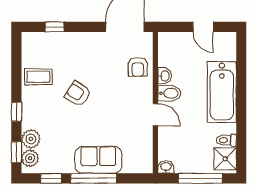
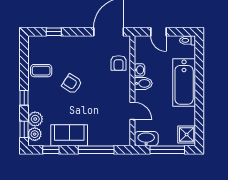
door: (203, 27) -> (158, 32), moved
door: (155, 115) -> (132, 111), moved
toilet: (226, 140) -> (187, 40), moved
sofa: (98, 160) -> (69, 135), moved
washbasin: (166, 167) -> (146, 139), width x1.91, depth x1.45
window: (94, 178) -> (96, 150), moved

